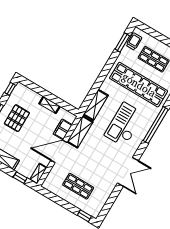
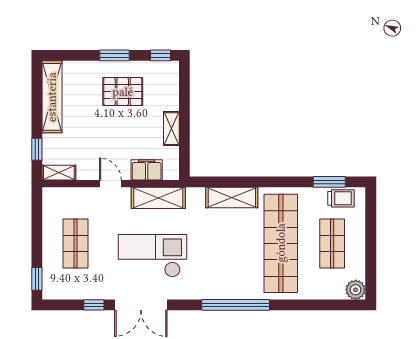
shelving: (96, 105) -> (232, 198), moved
checkout: (124, 125) -> (152, 256), moved
door: (59, 151) -> (110, 184), width x0.53
window: (114, 195) -> (94, 305), added

